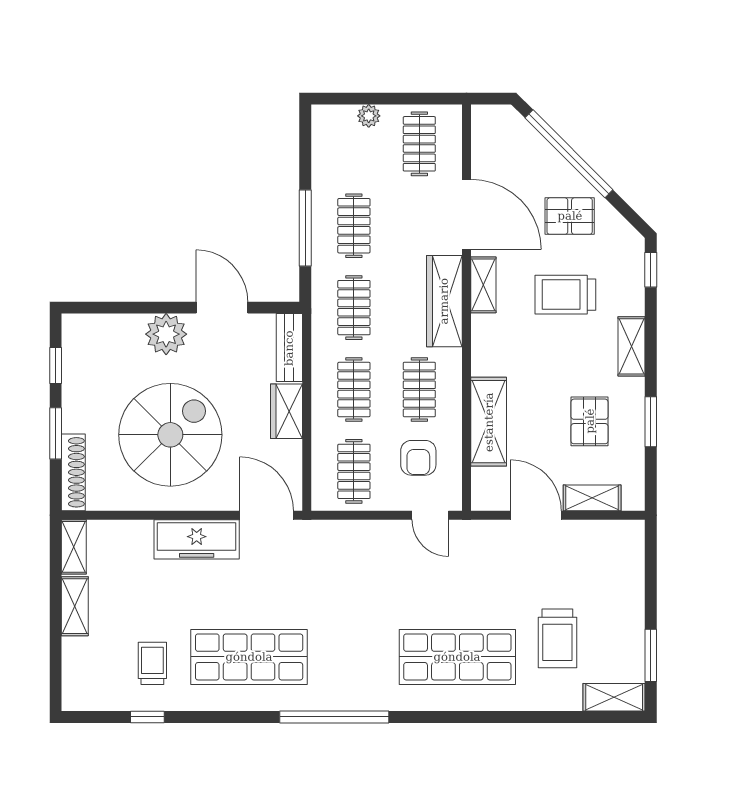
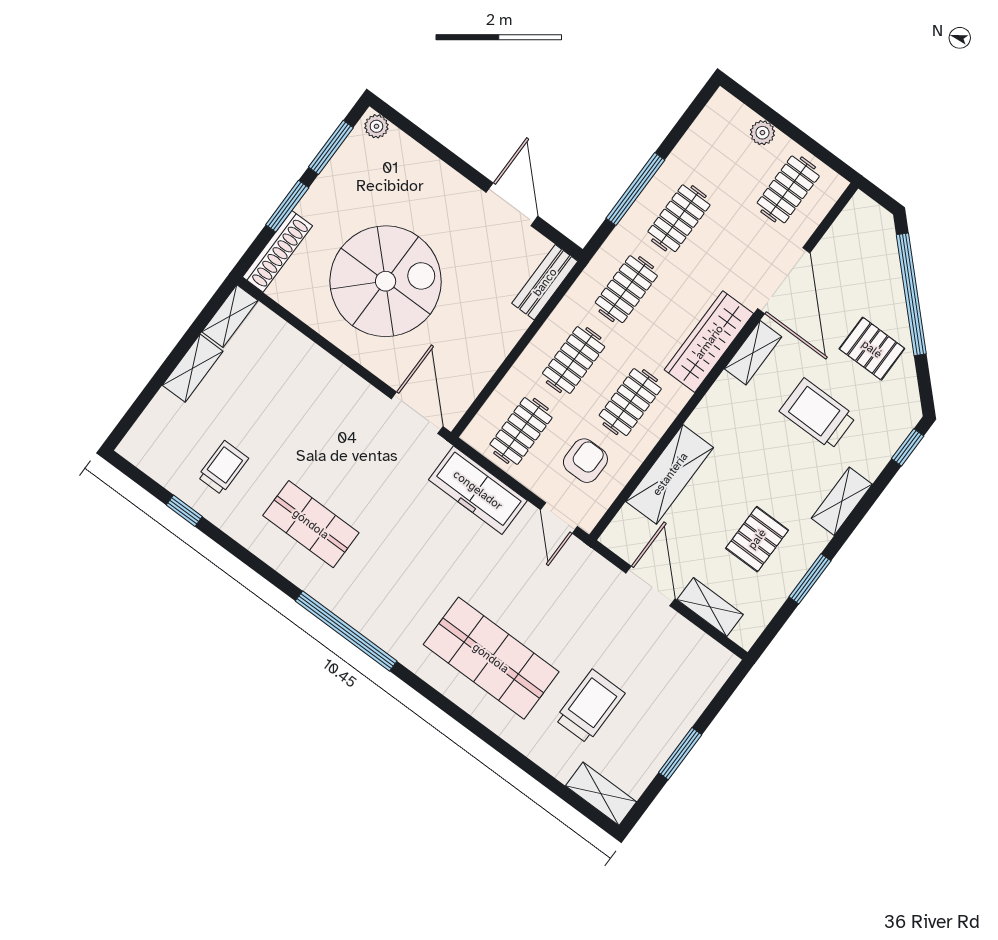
plant: (166, 334) -> (376, 126), moved, width x0.53, depth x0.53
window: (56, 365) -> (331, 147), width x1.50
wardrobe: (287, 411) -> (501, 336), removed
armchair: (418, 458) -> (585, 461), turned 180
freezer: (197, 539) -> (478, 490), moved
trolley: (557, 638) -> (590, 706), turned 180
window: (651, 655) -> (680, 754), moved
shop shelf: (249, 657) -> (311, 524), width x0.70, depth x0.74

